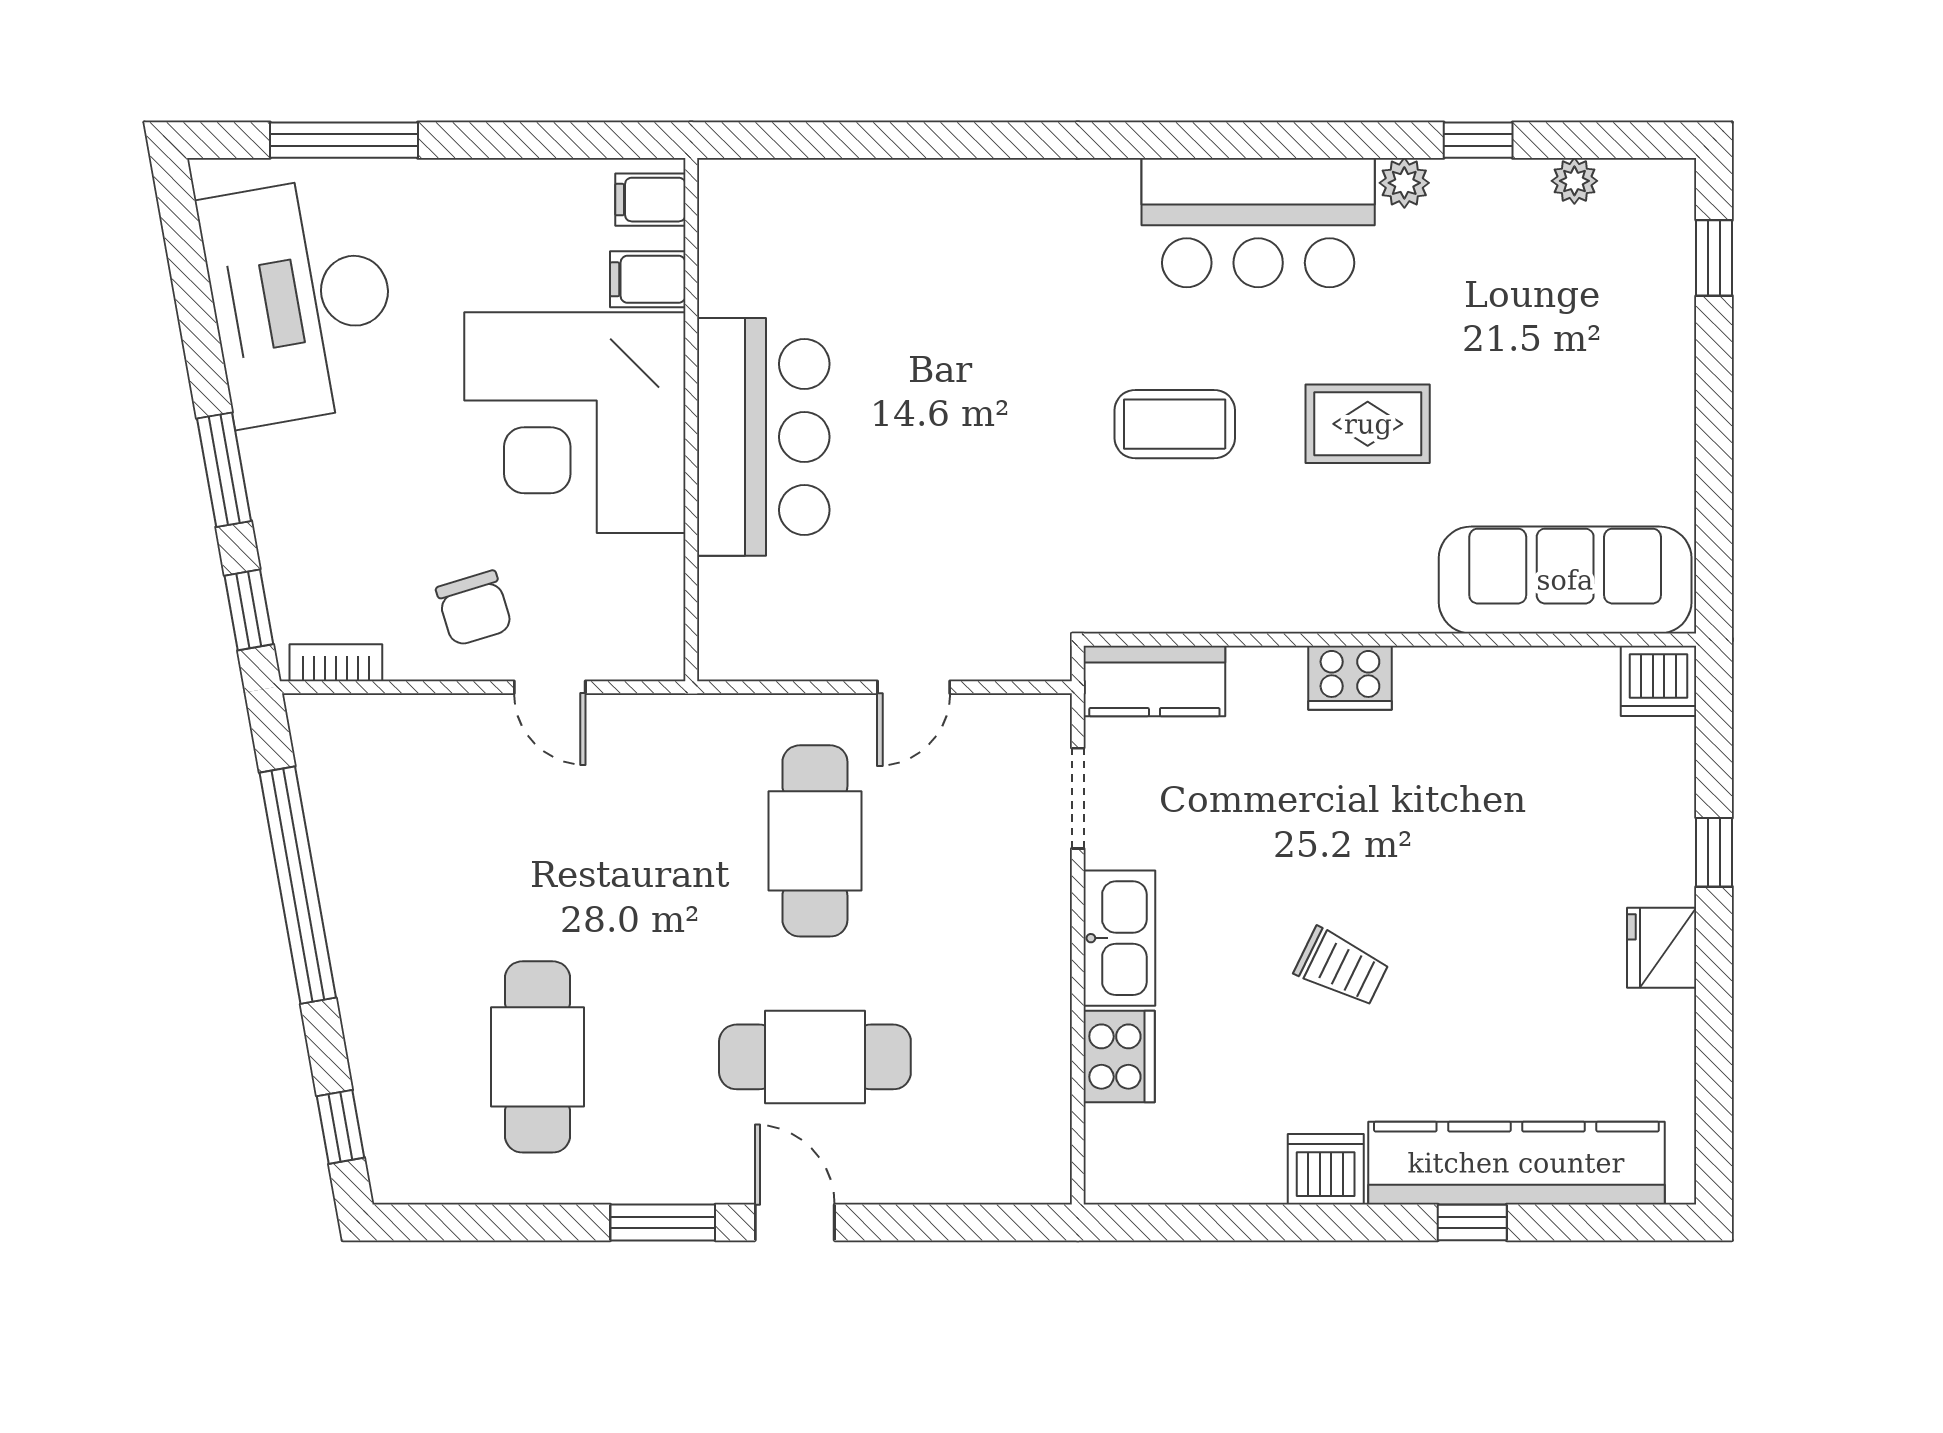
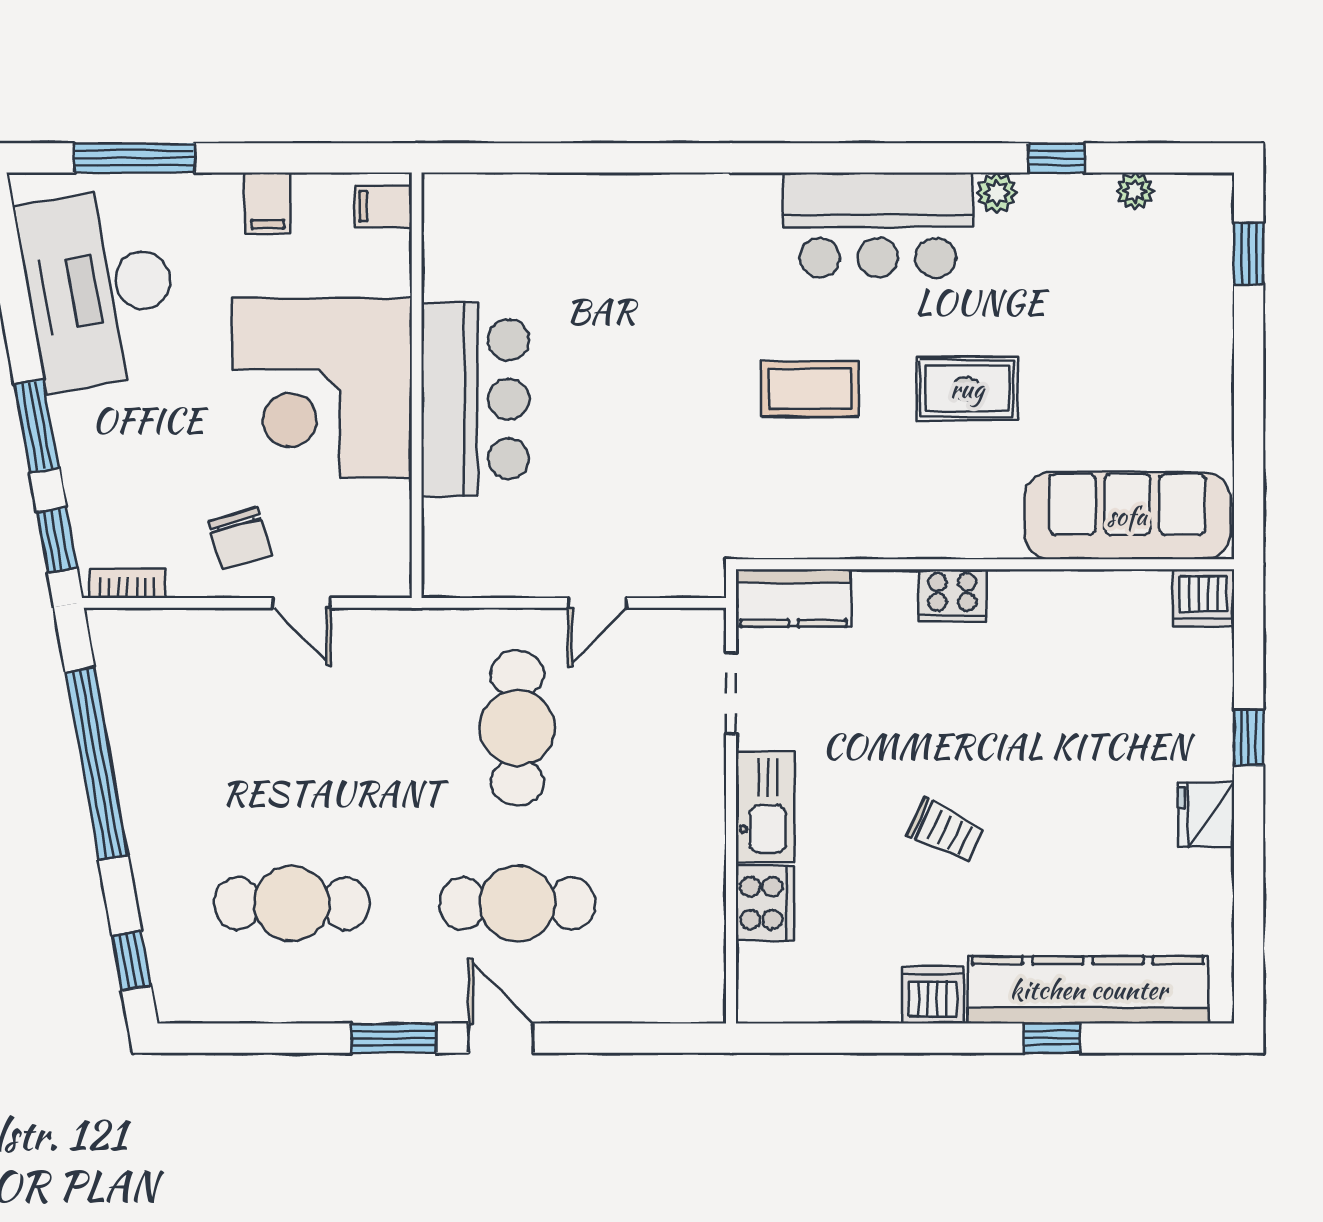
filing cabinet: (648, 279) -> (268, 203), moved, turned -90
cafe table: (537, 1057) -> (292, 904), turned 90

